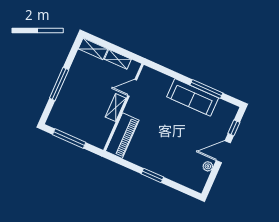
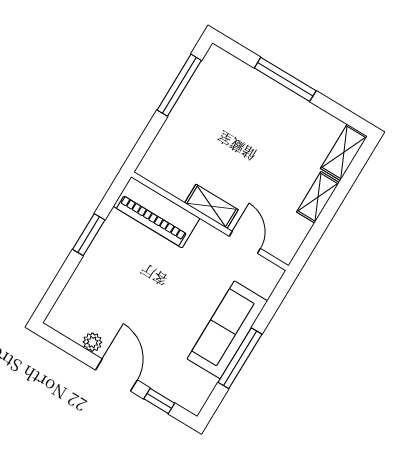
door: (132, 88) -> (245, 242), moved
wall: (123, 107) -> (210, 221), moved
shelving: (116, 108) -> (211, 206), moved
piano: (122, 136) -> (157, 212), moved

